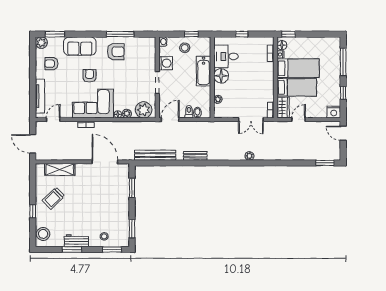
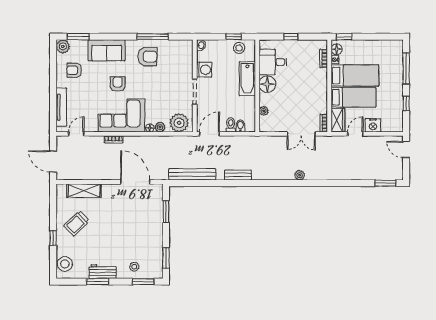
stool: (185, 48) -> (239, 48), moved
nightstand: (334, 112) -> (373, 125), moved

